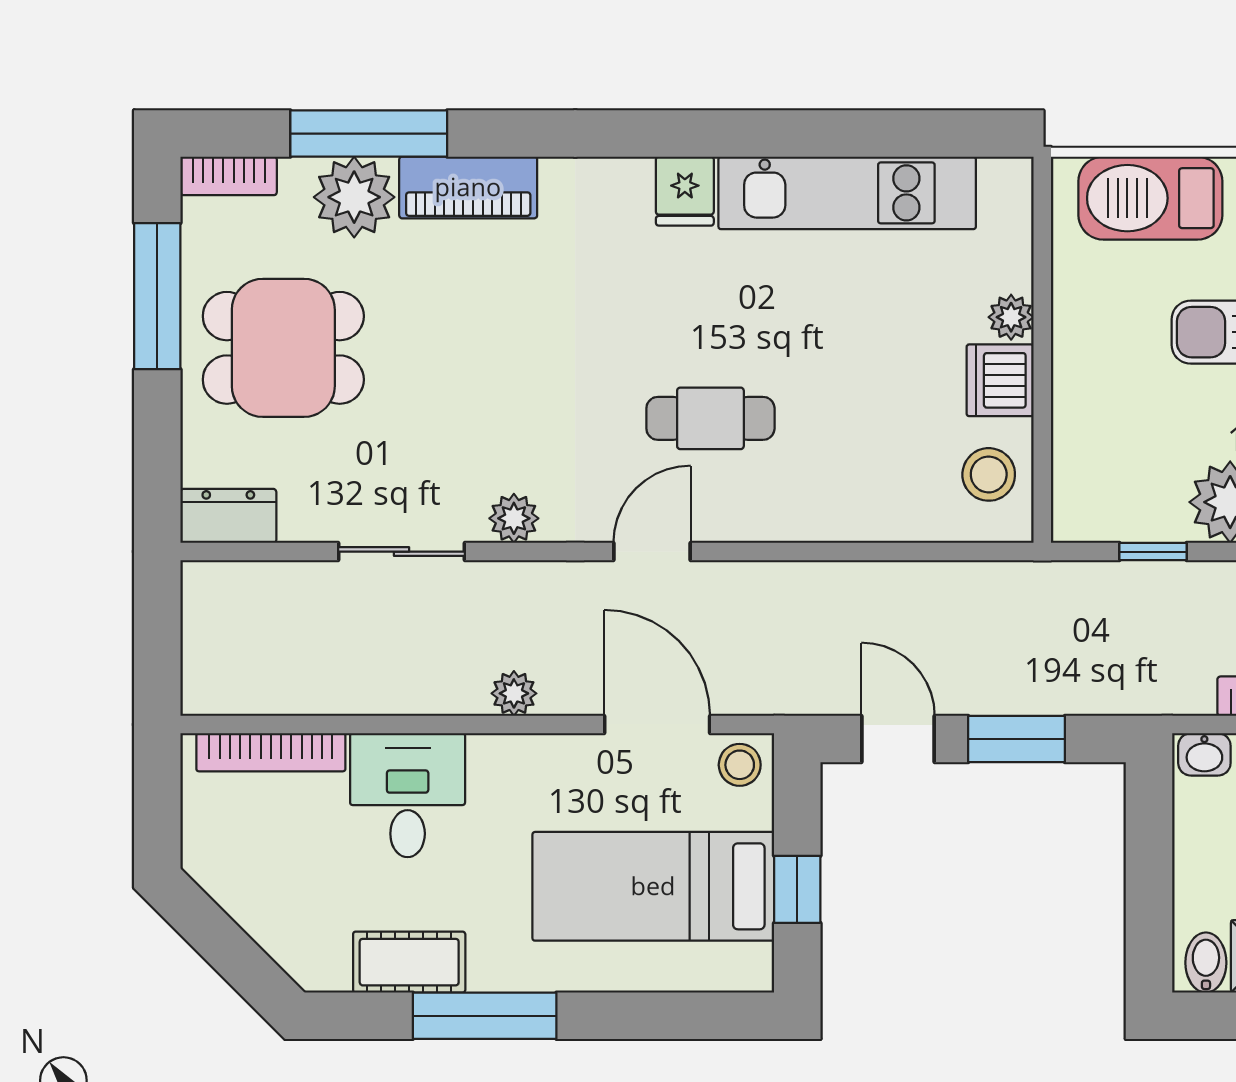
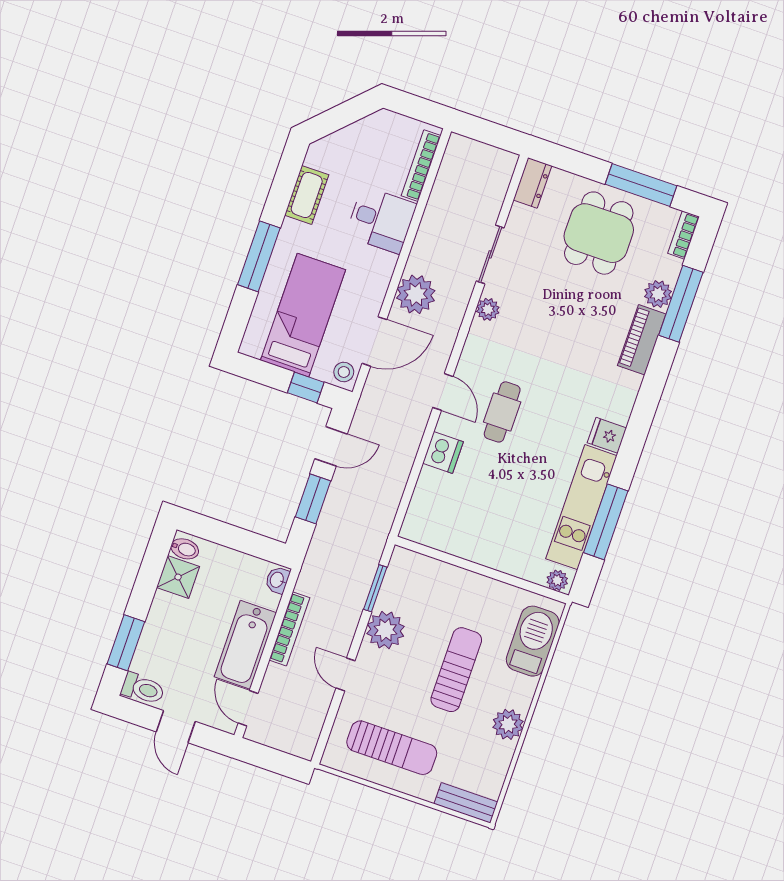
window: (860, 134) -> (606, 522), added
plant: (354, 197) -> (658, 294), width x0.73, depth x0.73
plant: (1011, 317) -> (557, 580), moved
dishwasher: (1000, 380) -> (443, 453), moved, turned 90
stool: (989, 474) -> (435, 527), removed
door: (652, 552) -> (443, 392), moved
window: (1153, 552) -> (375, 588), width x1.50
plant: (514, 693) -> (416, 294), width x1.87, depth x1.87
window: (797, 889) -> (306, 387), moved
window: (485, 1016) -> (259, 256), moved

